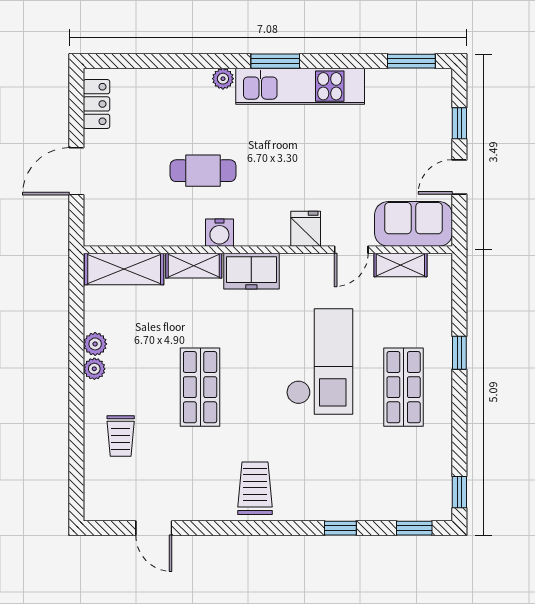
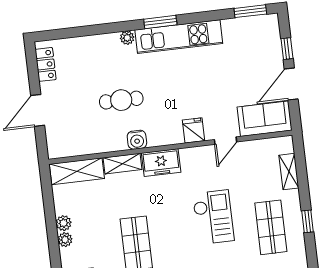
door: (459, 177) -> (291, 84), width x1.38
shelving: (400, 265) -> (289, 172), moved, turned 90
window: (459, 353) -> (308, 221), moved
checkout: (320, 362) -> (213, 217), width x0.73, depth x0.83

